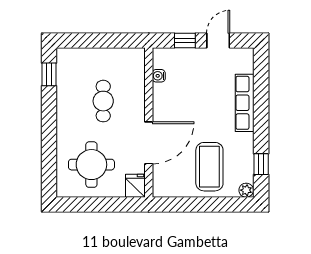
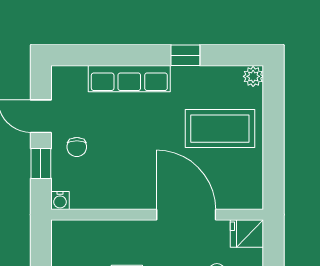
chair: (196, 66) -> (77, 147), added
water cooler: (159, 76) -> (60, 200), moved
window: (261, 164) -> (185, 55), moved

